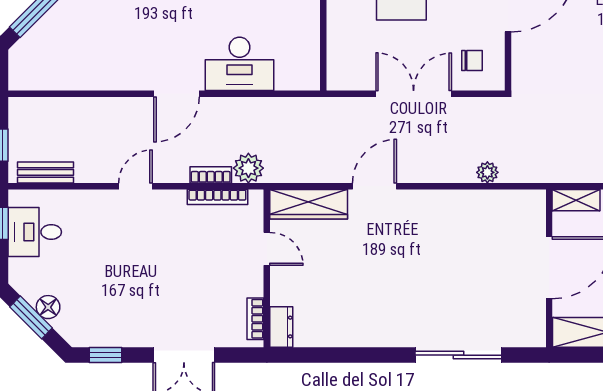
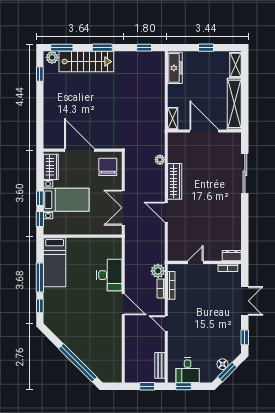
chair: (472, 61) -> (108, 167), width x1.87, depth x1.87
double door: (414, 94) -> (123, 208), moved
wardrobe: (309, 204) -> (175, 181), moved

